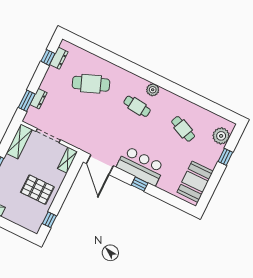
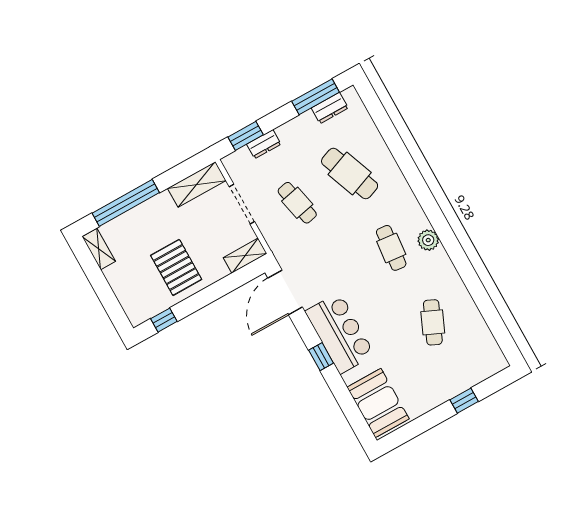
window: (48, 57) -> (316, 97), width x2.17
cafe table: (75, 116) -> (297, 203), added
plant: (221, 136) -> (478, 368), removed
booth: (195, 182) -> (378, 403), moved, turned 90

